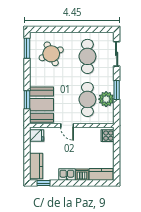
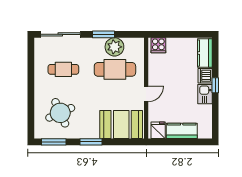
sliding door: (117, 54) -> (60, 34), width x1.37
cafe table: (87, 56) -> (63, 69), width x0.73, depth x0.74
window: (27, 100) -> (91, 142), moved
kitchen counter: (36, 166) -> (182, 131), moved
window: (43, 183) -> (215, 85), moved

